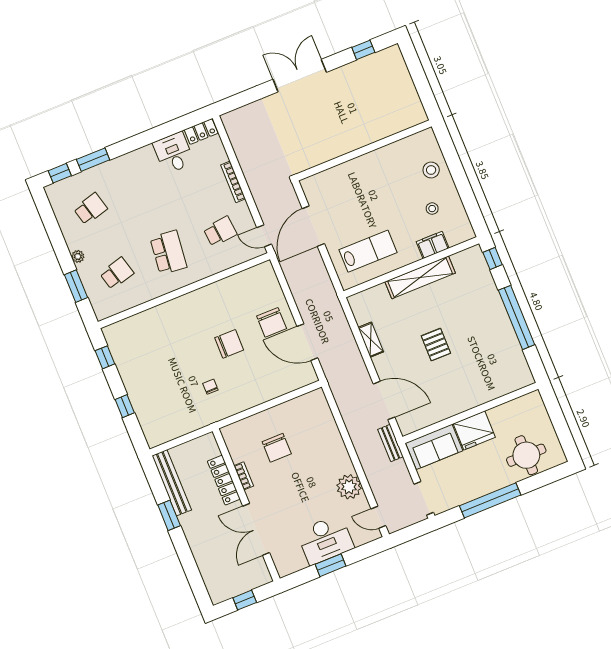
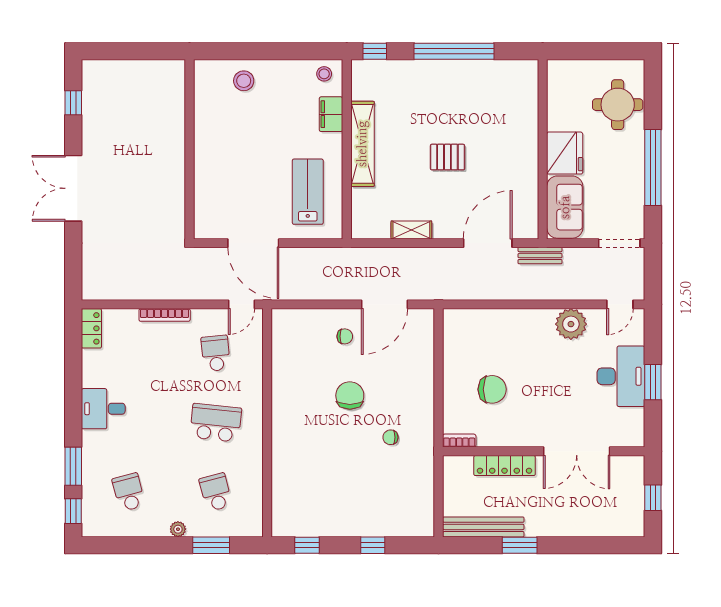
desk: (174, 153) -> (103, 409), moved
stool: (432, 209) -> (324, 74), moved
chair: (272, 322) -> (345, 336), width x0.54, depth x0.54
bookcase: (244, 476) -> (459, 441), moved

